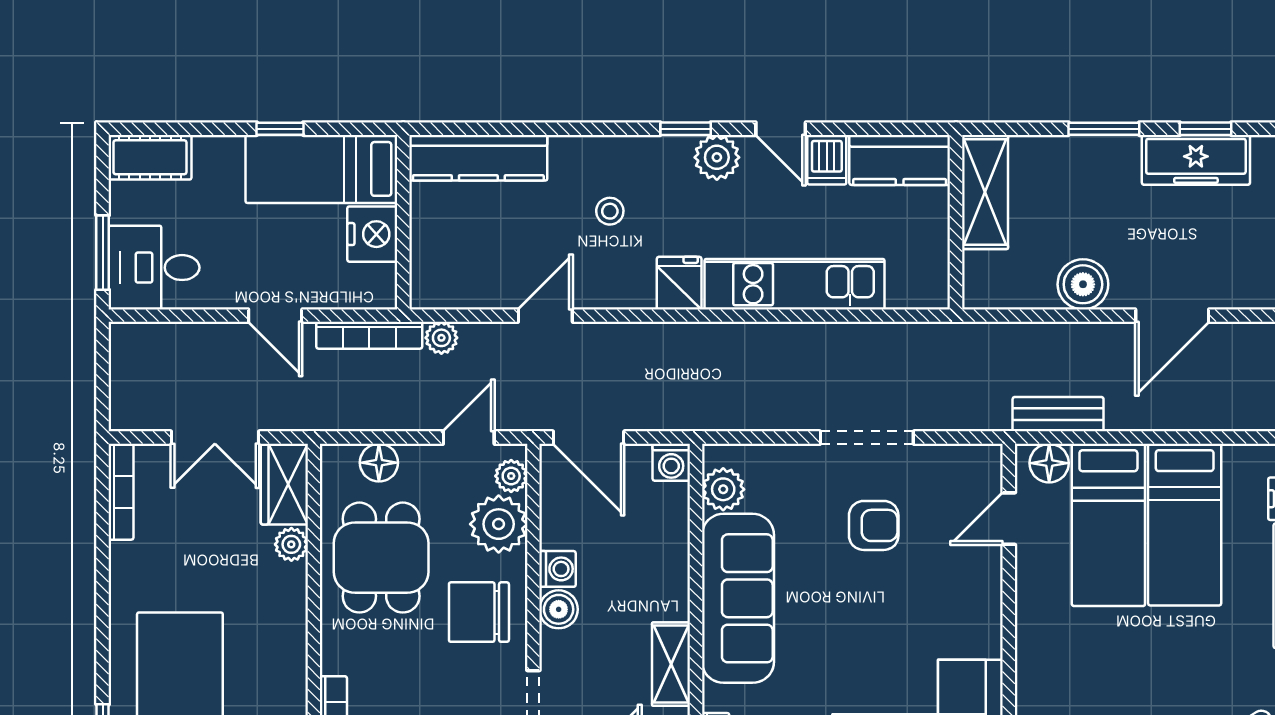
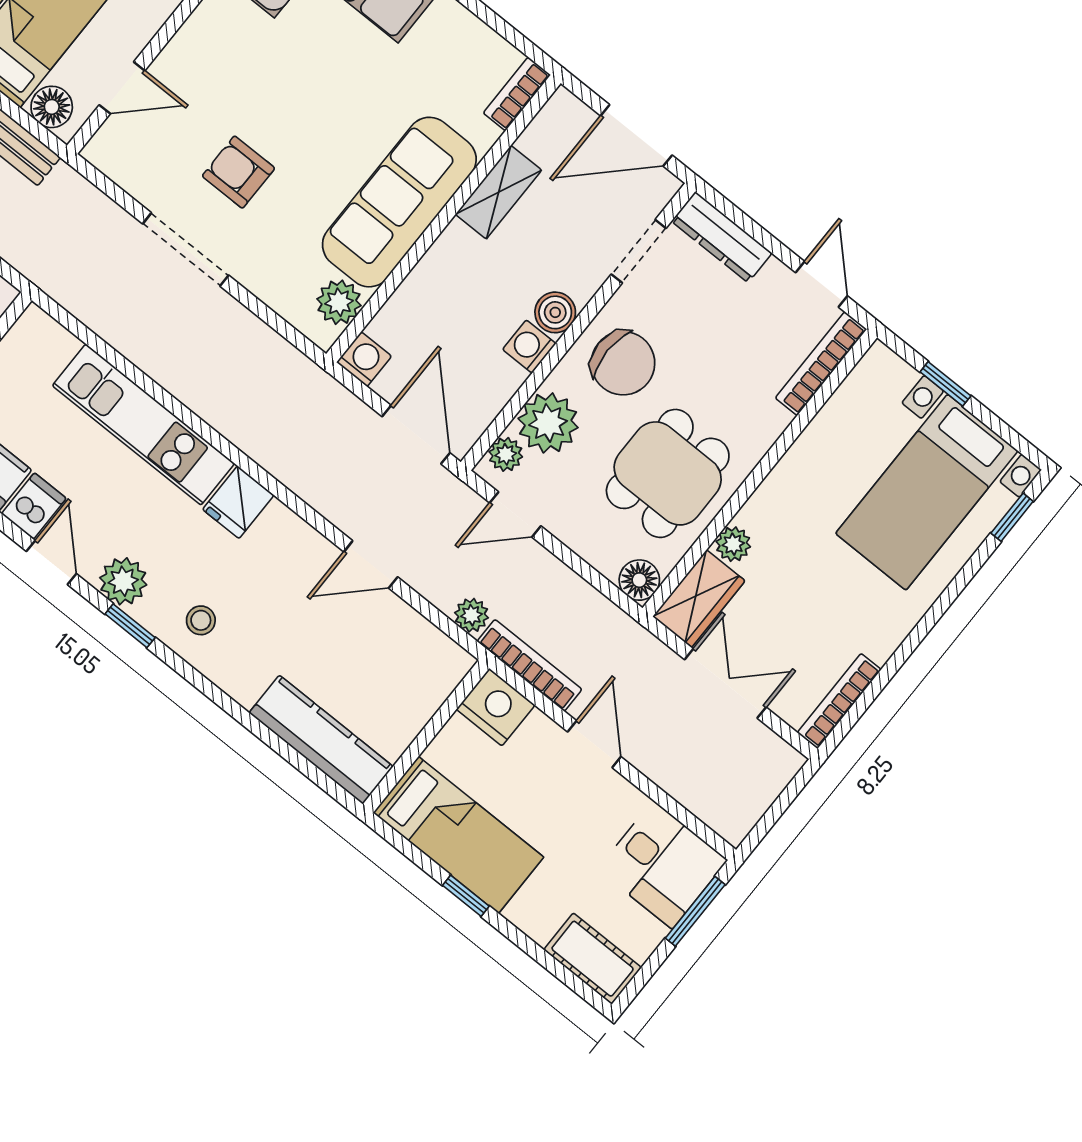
stool: (610, 211) -> (201, 620), moved
nightstand: (372, 234) -> (496, 707), moved, turned 90
floor lamp: (379, 463) -> (639, 580), moved

